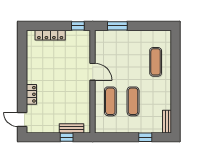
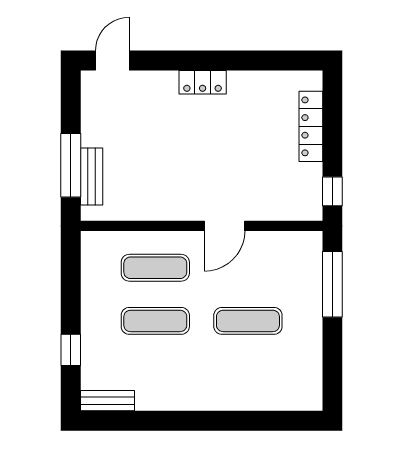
window: (117, 26) -> (332, 284), width x1.44
exercise mat: (156, 62) -> (248, 321), moved
locker: (31, 94) -> (203, 82), moved
window: (67, 137) -> (71, 165), width x2.17

